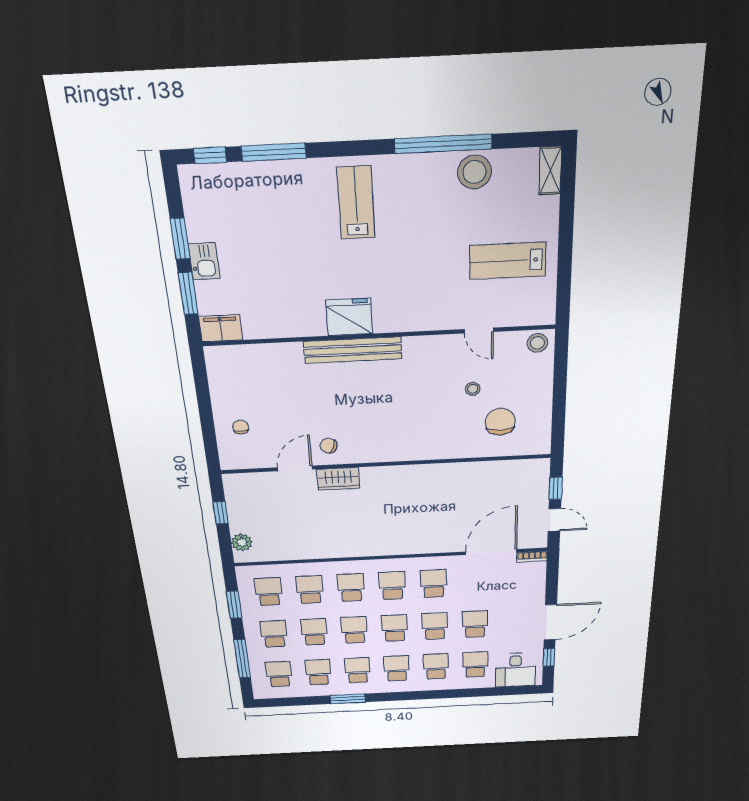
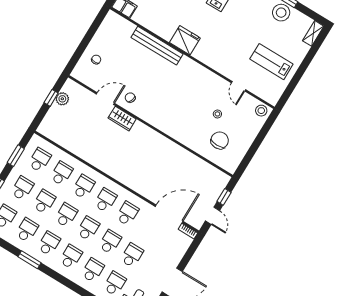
bench: (353, 350) -> (157, 46), moved
plant: (242, 542) -> (62, 99), moved

